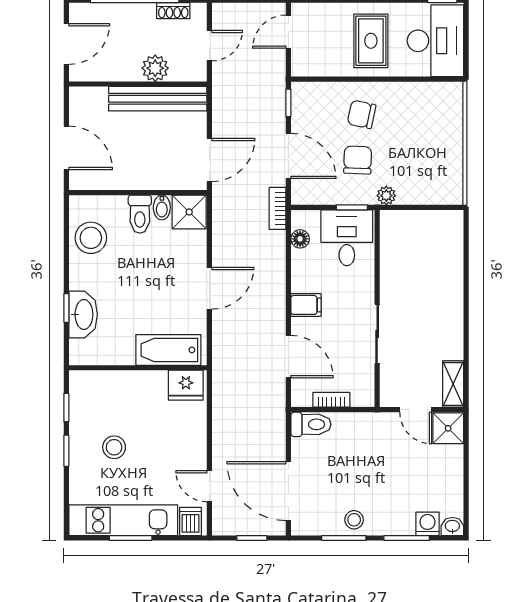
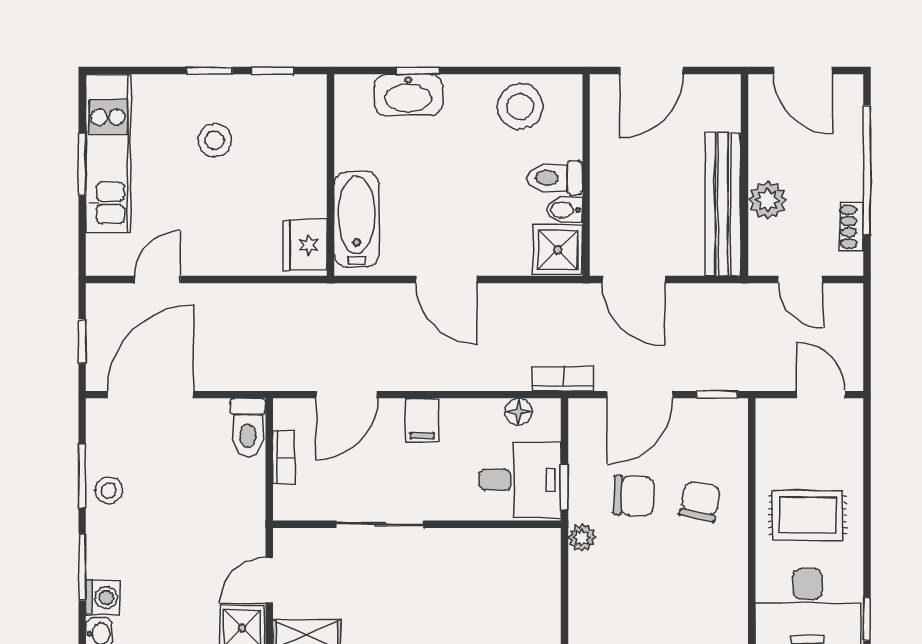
dishwasher: (191, 521) -> (106, 252), removed

